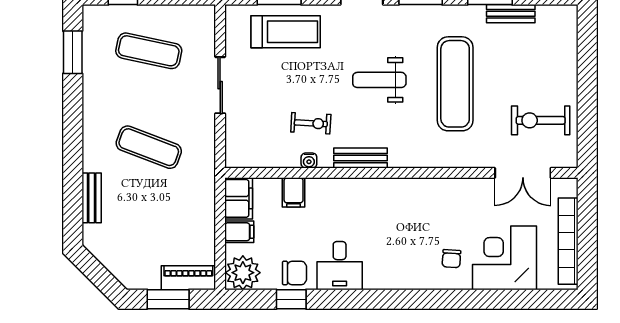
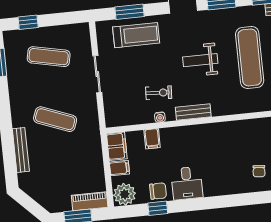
bench: (92, 198) -> (21, 150), width x1.36

